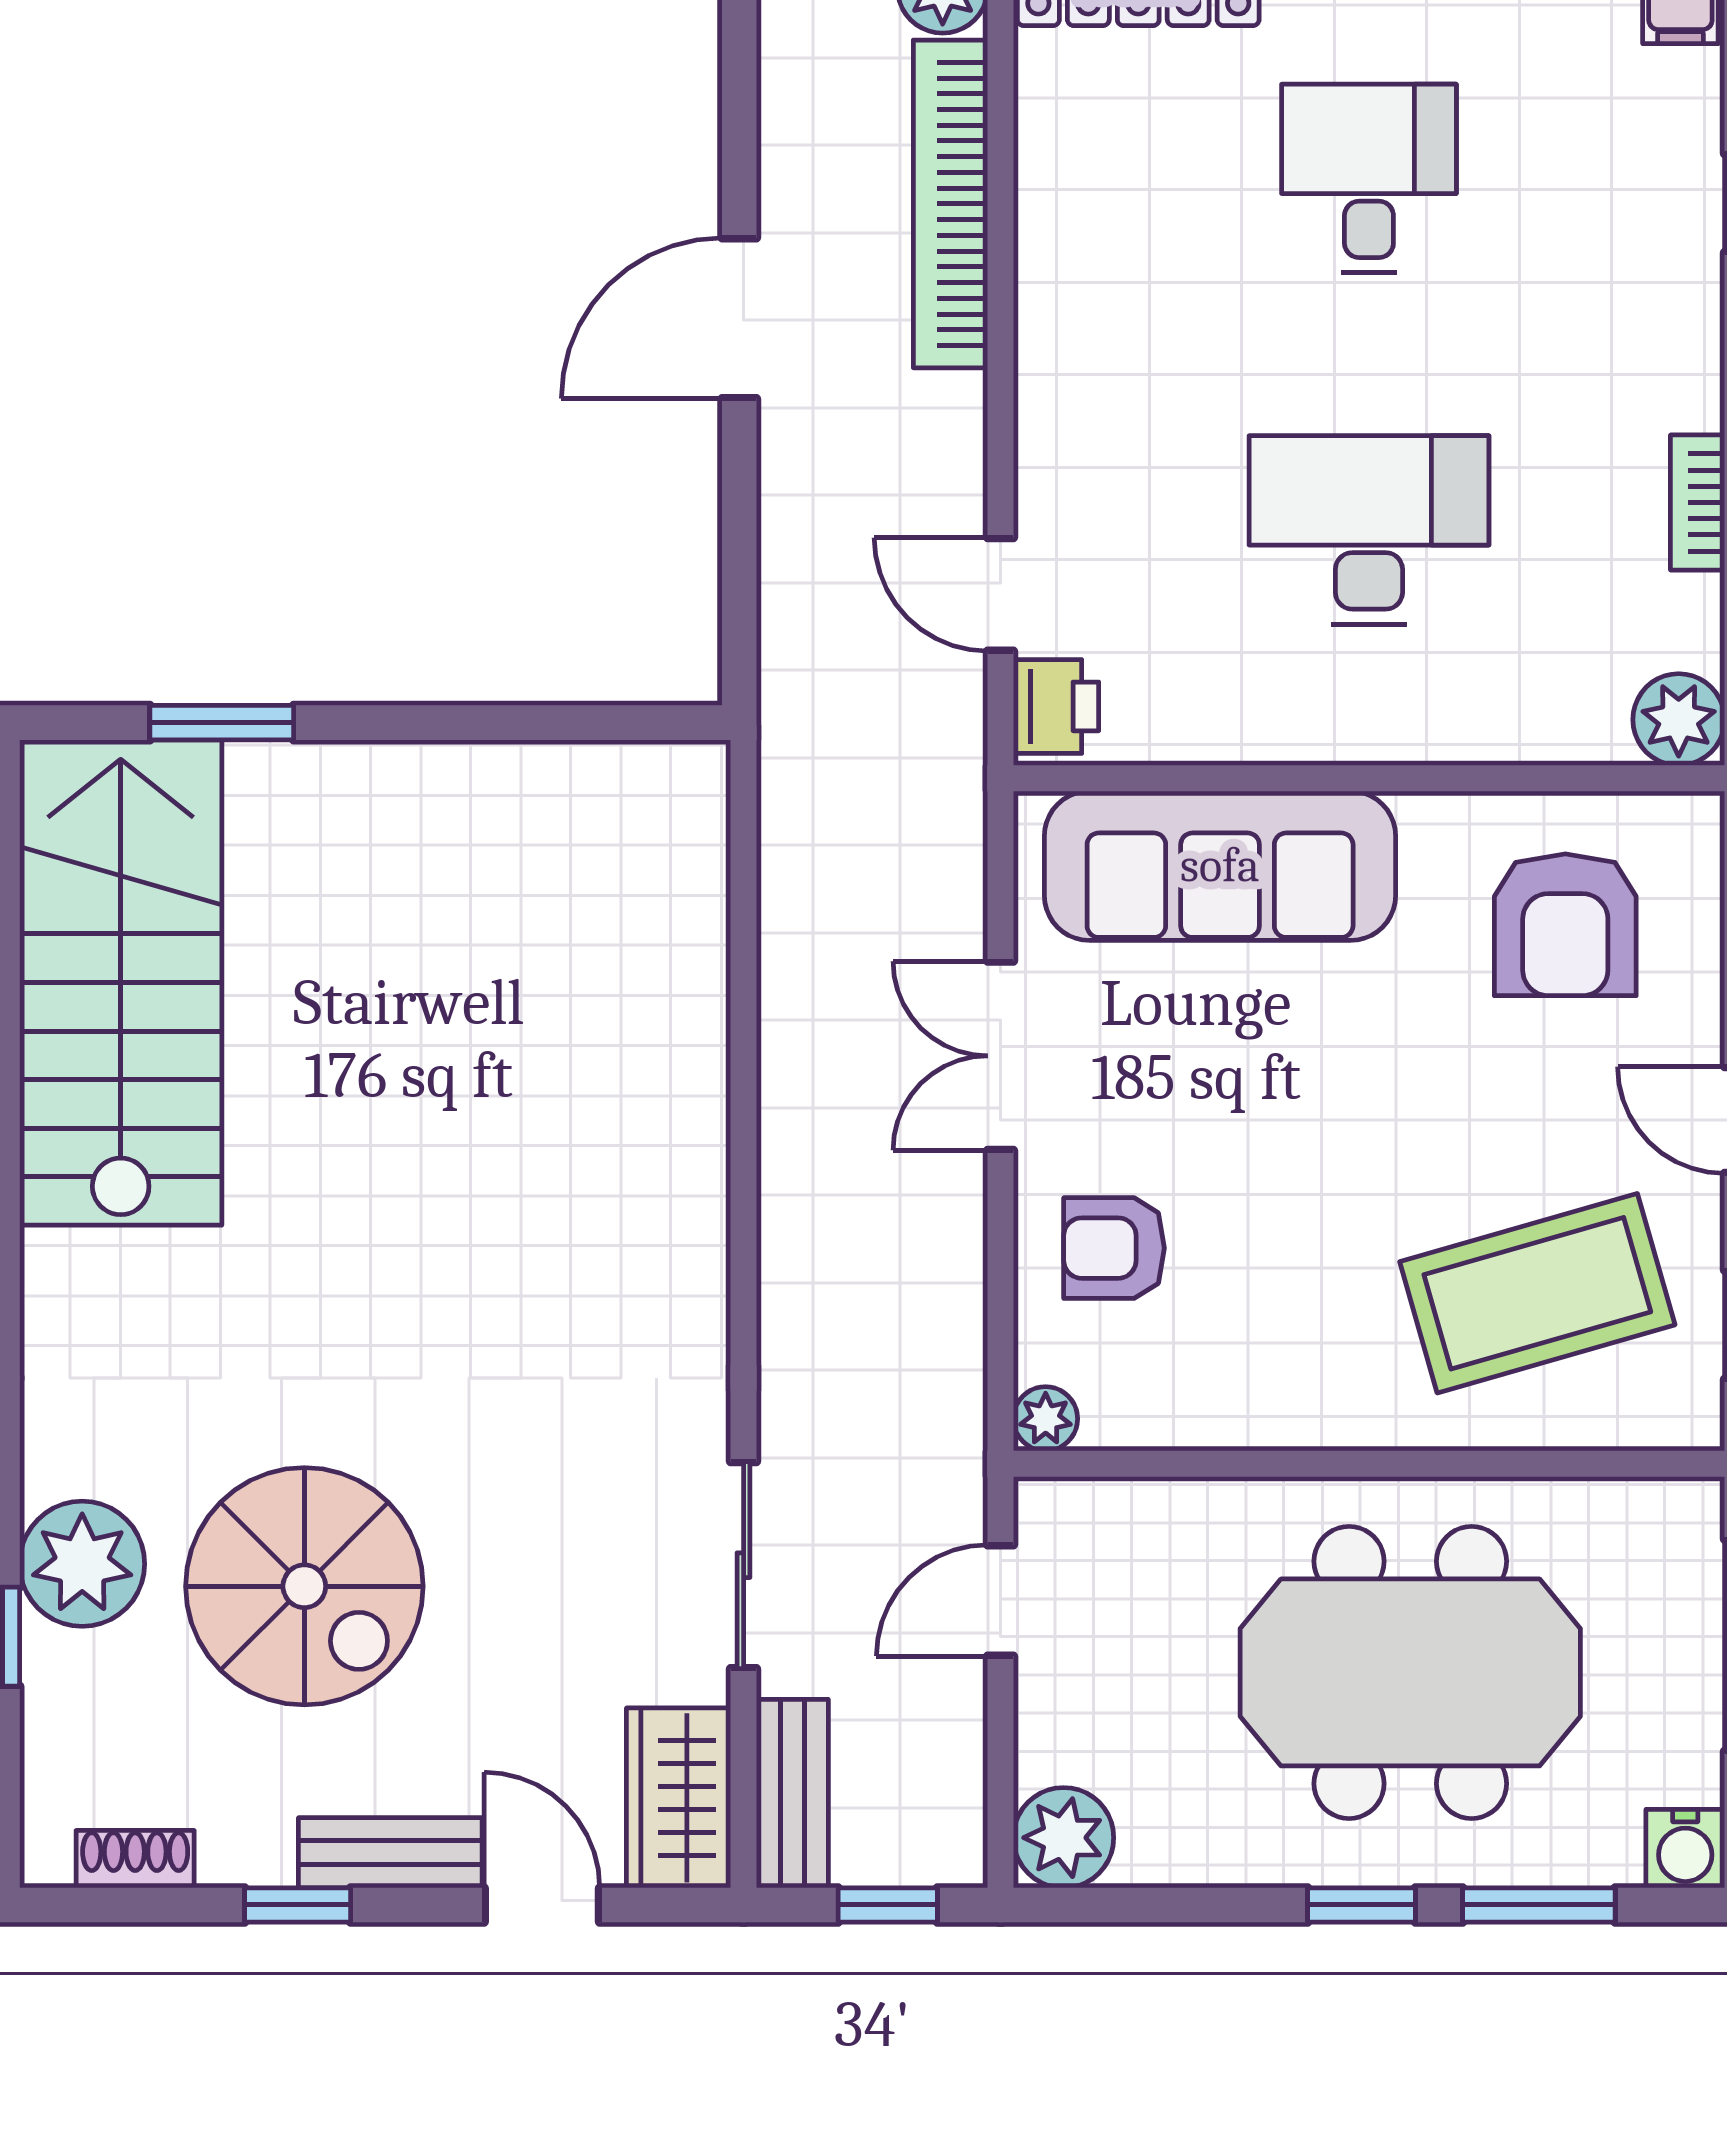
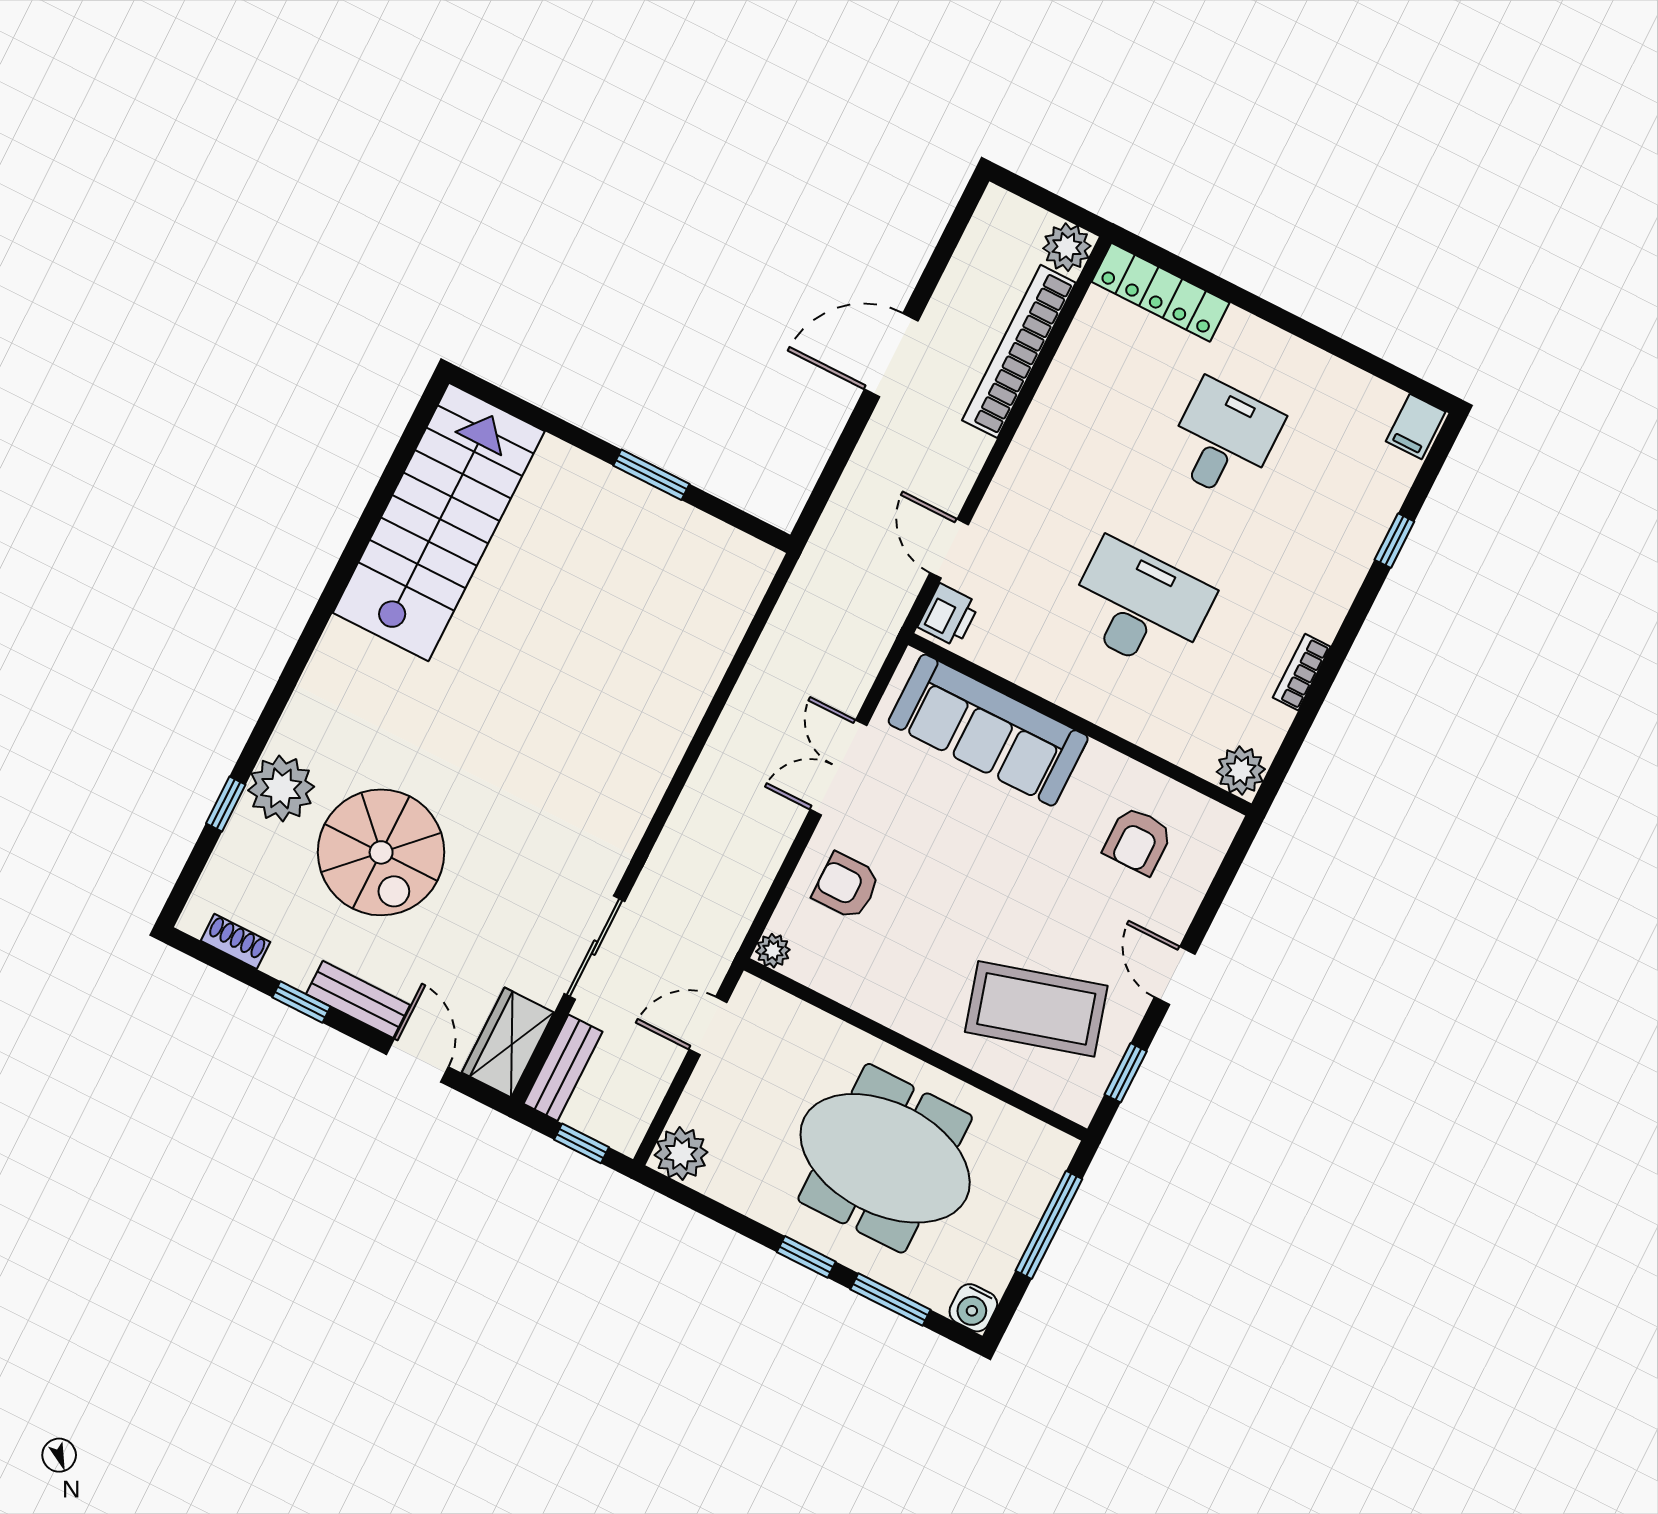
window: (222, 723) -> (651, 475), moved
armchair: (1565, 925) -> (1138, 841), width x0.72, depth x0.72

